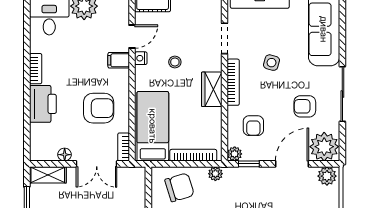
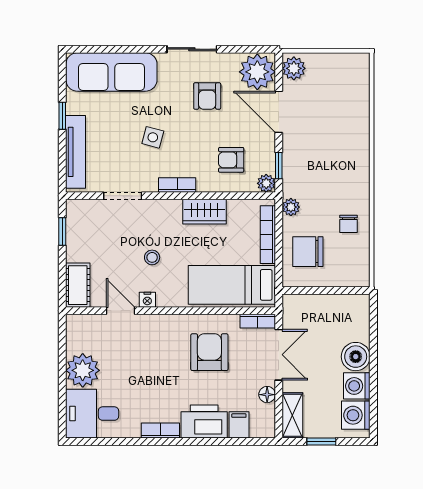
filing cabinet: (119, 60) -> (239, 425), moved, turned 180
bookcase: (233, 82) -> (177, 185), width x0.64
wardrobe: (212, 89) -> (204, 212), moved
sliding door: (342, 94) -> (192, 49), width x0.73
armchair: (253, 126) -> (231, 160), turned 180
chair: (180, 187) -> (308, 252), turned -73

